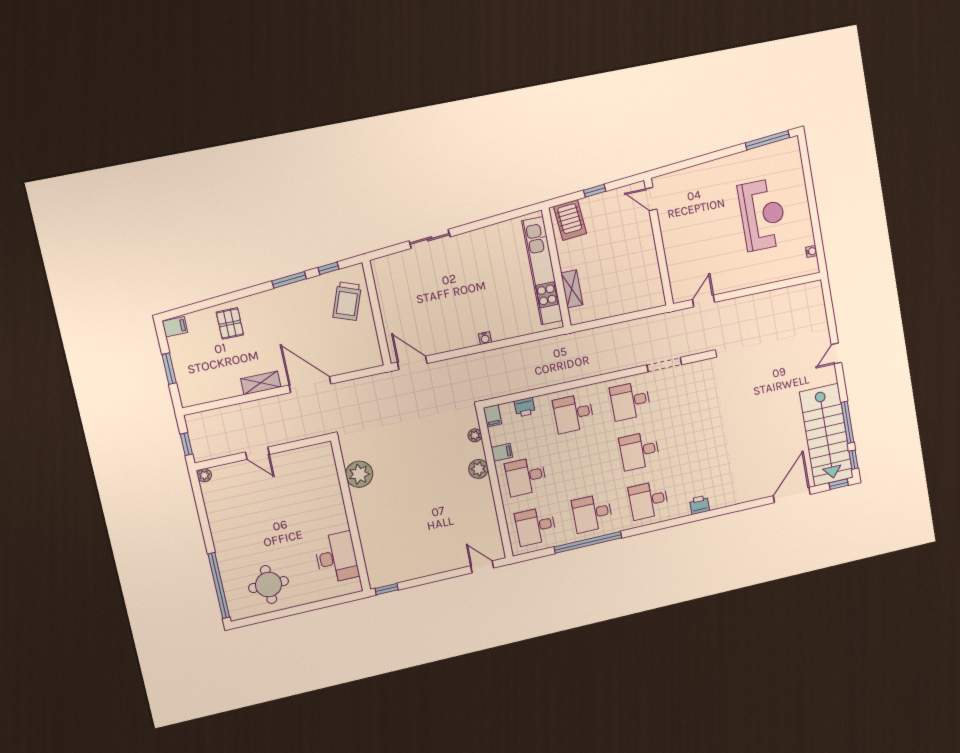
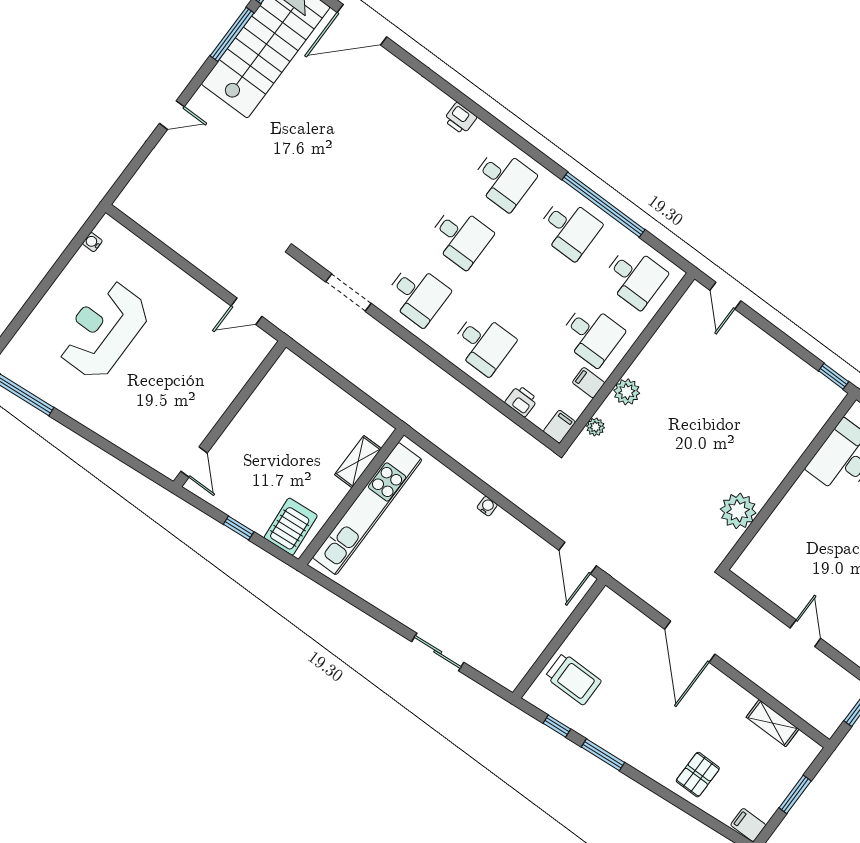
trolley: (347, 301) -> (573, 679), turned 70
shelving: (261, 383) -> (773, 723), moved

